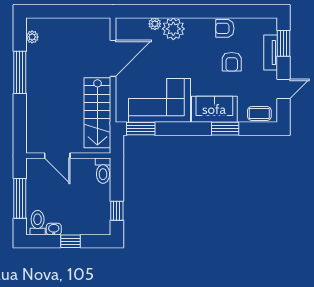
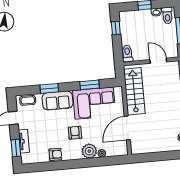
armchair: (232, 62) -> (75, 133), moved
window: (141, 129) -> (90, 85), moved

